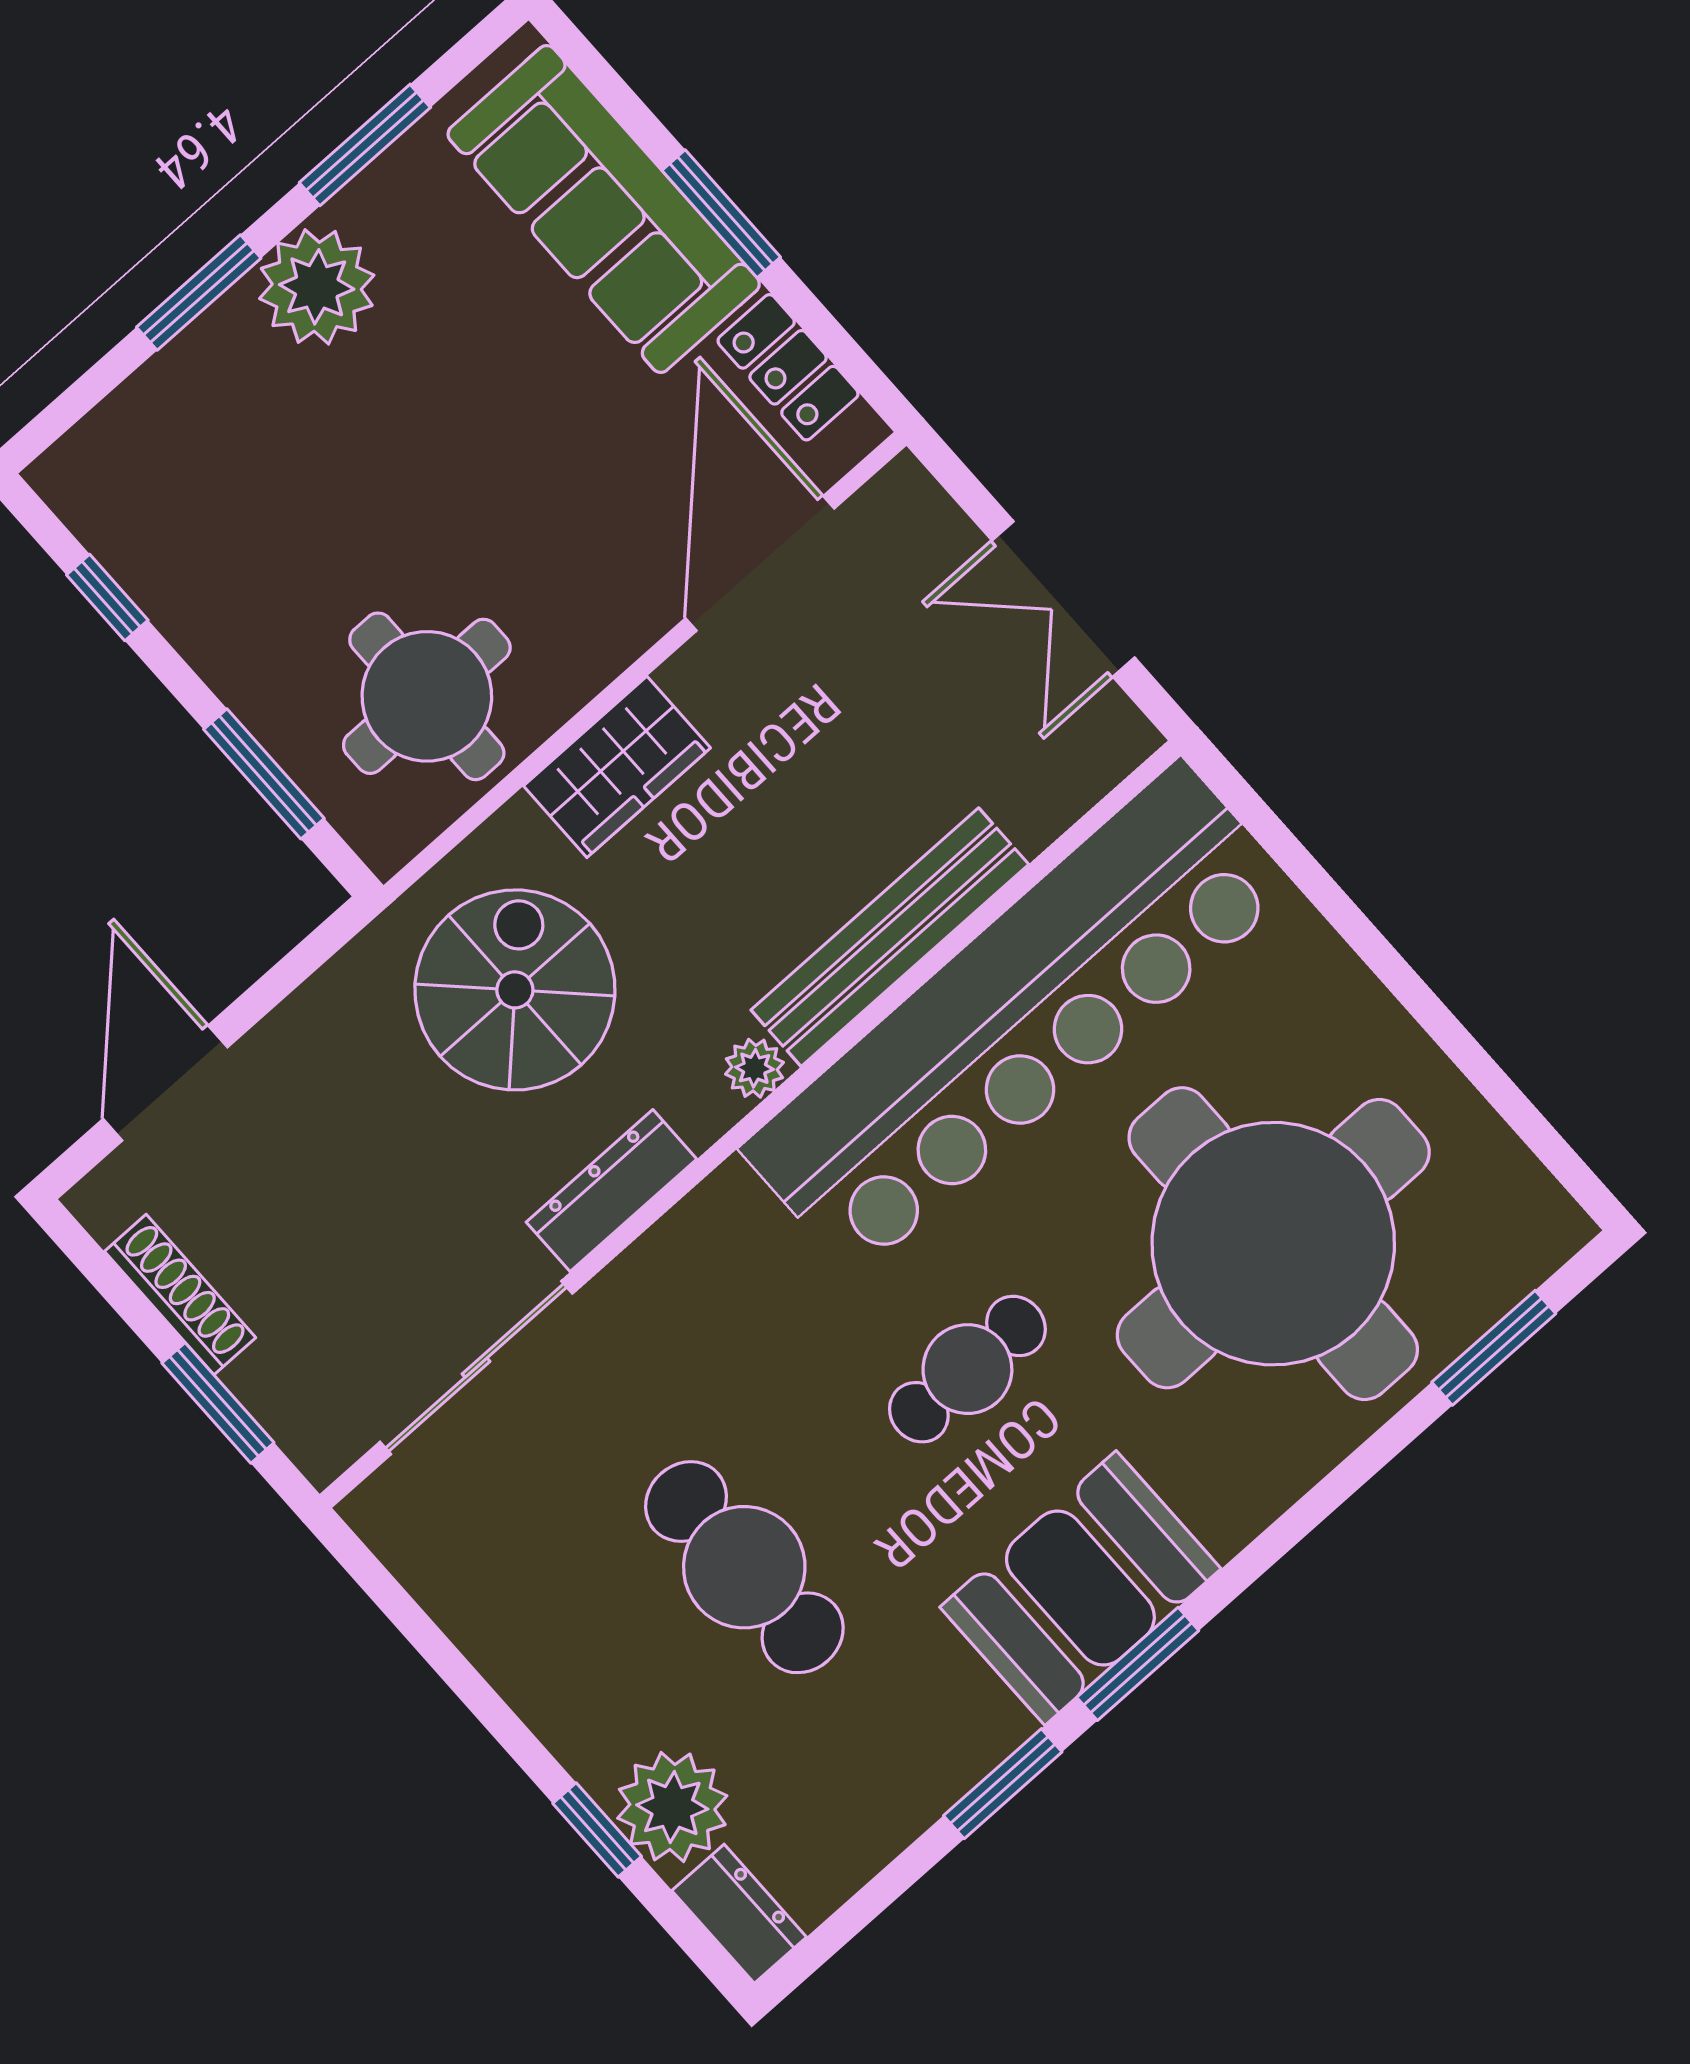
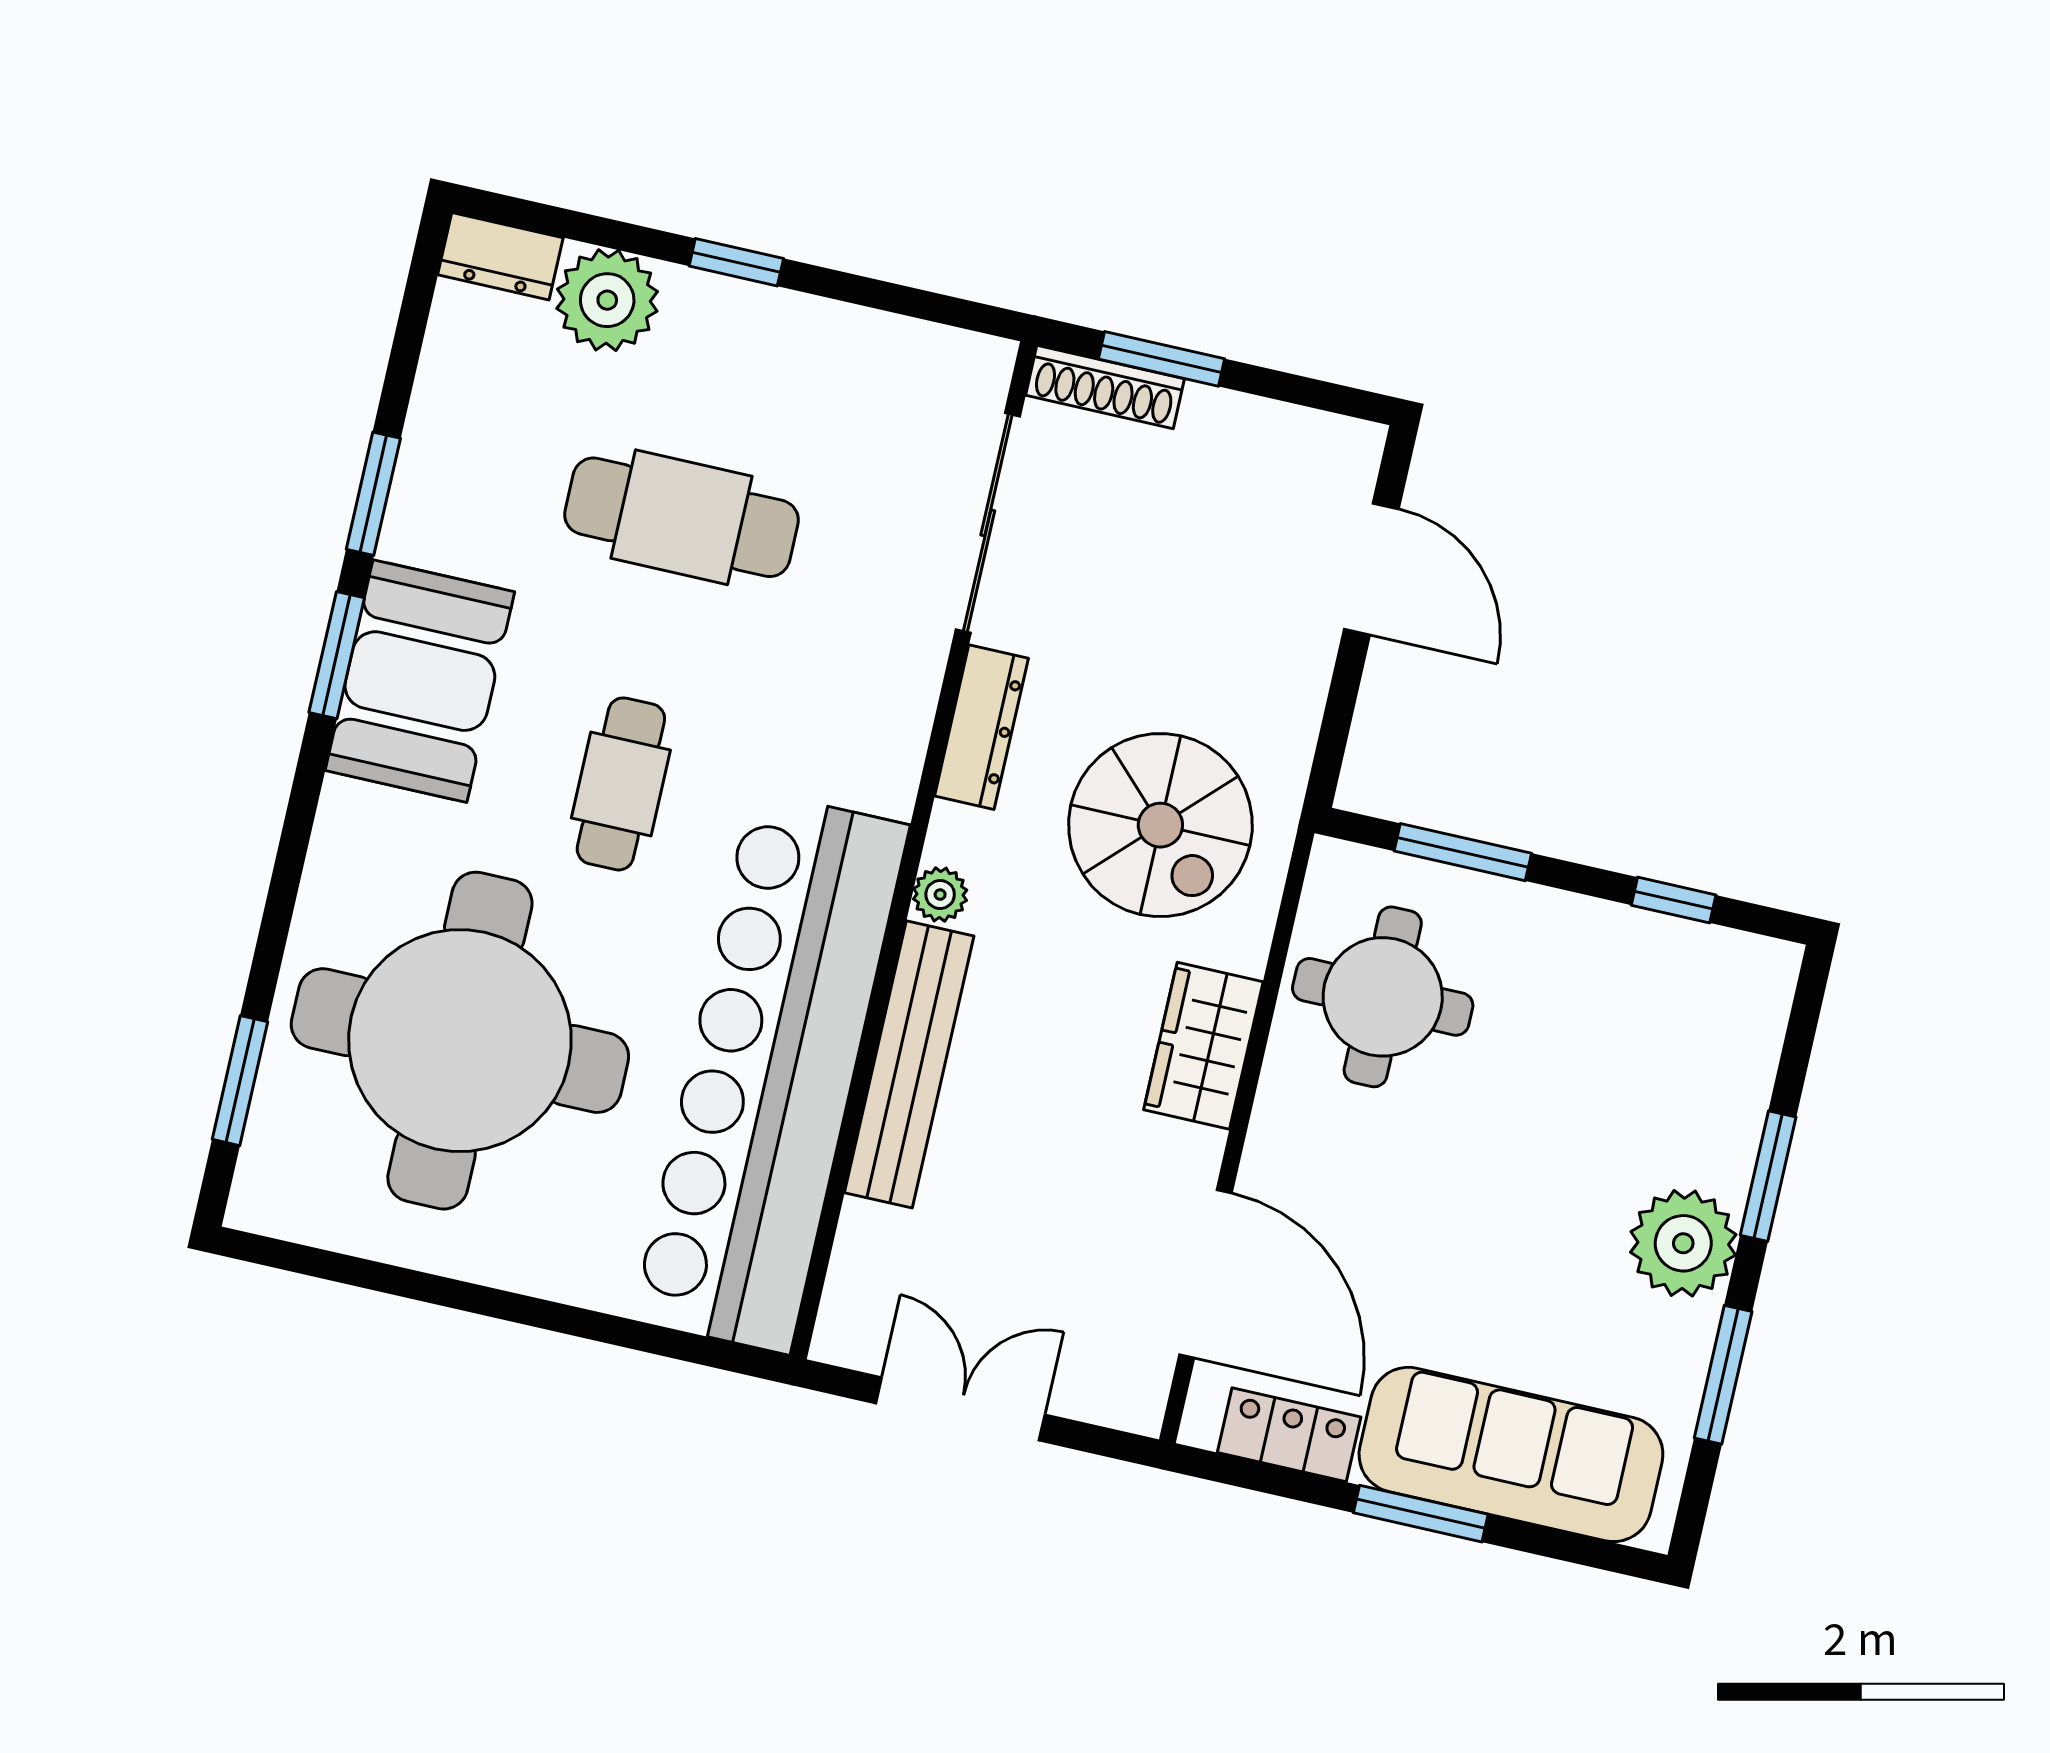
shoe rack: (180, 1294) -> (1105, 387), moved
window: (597, 1830) -> (736, 262), moved

